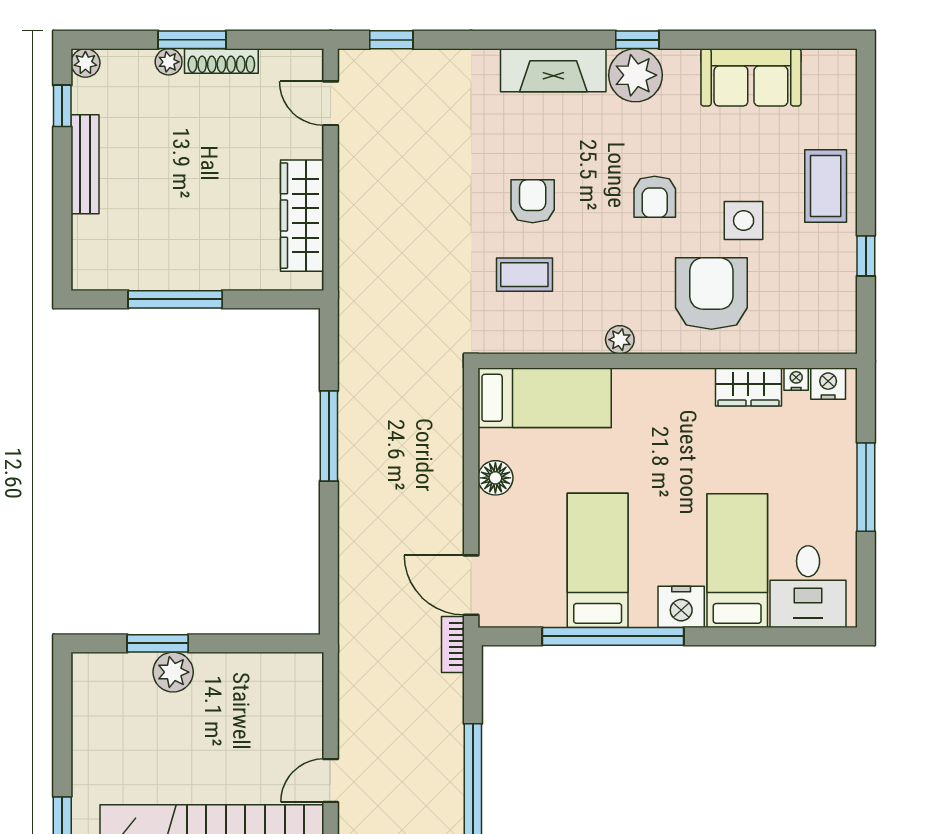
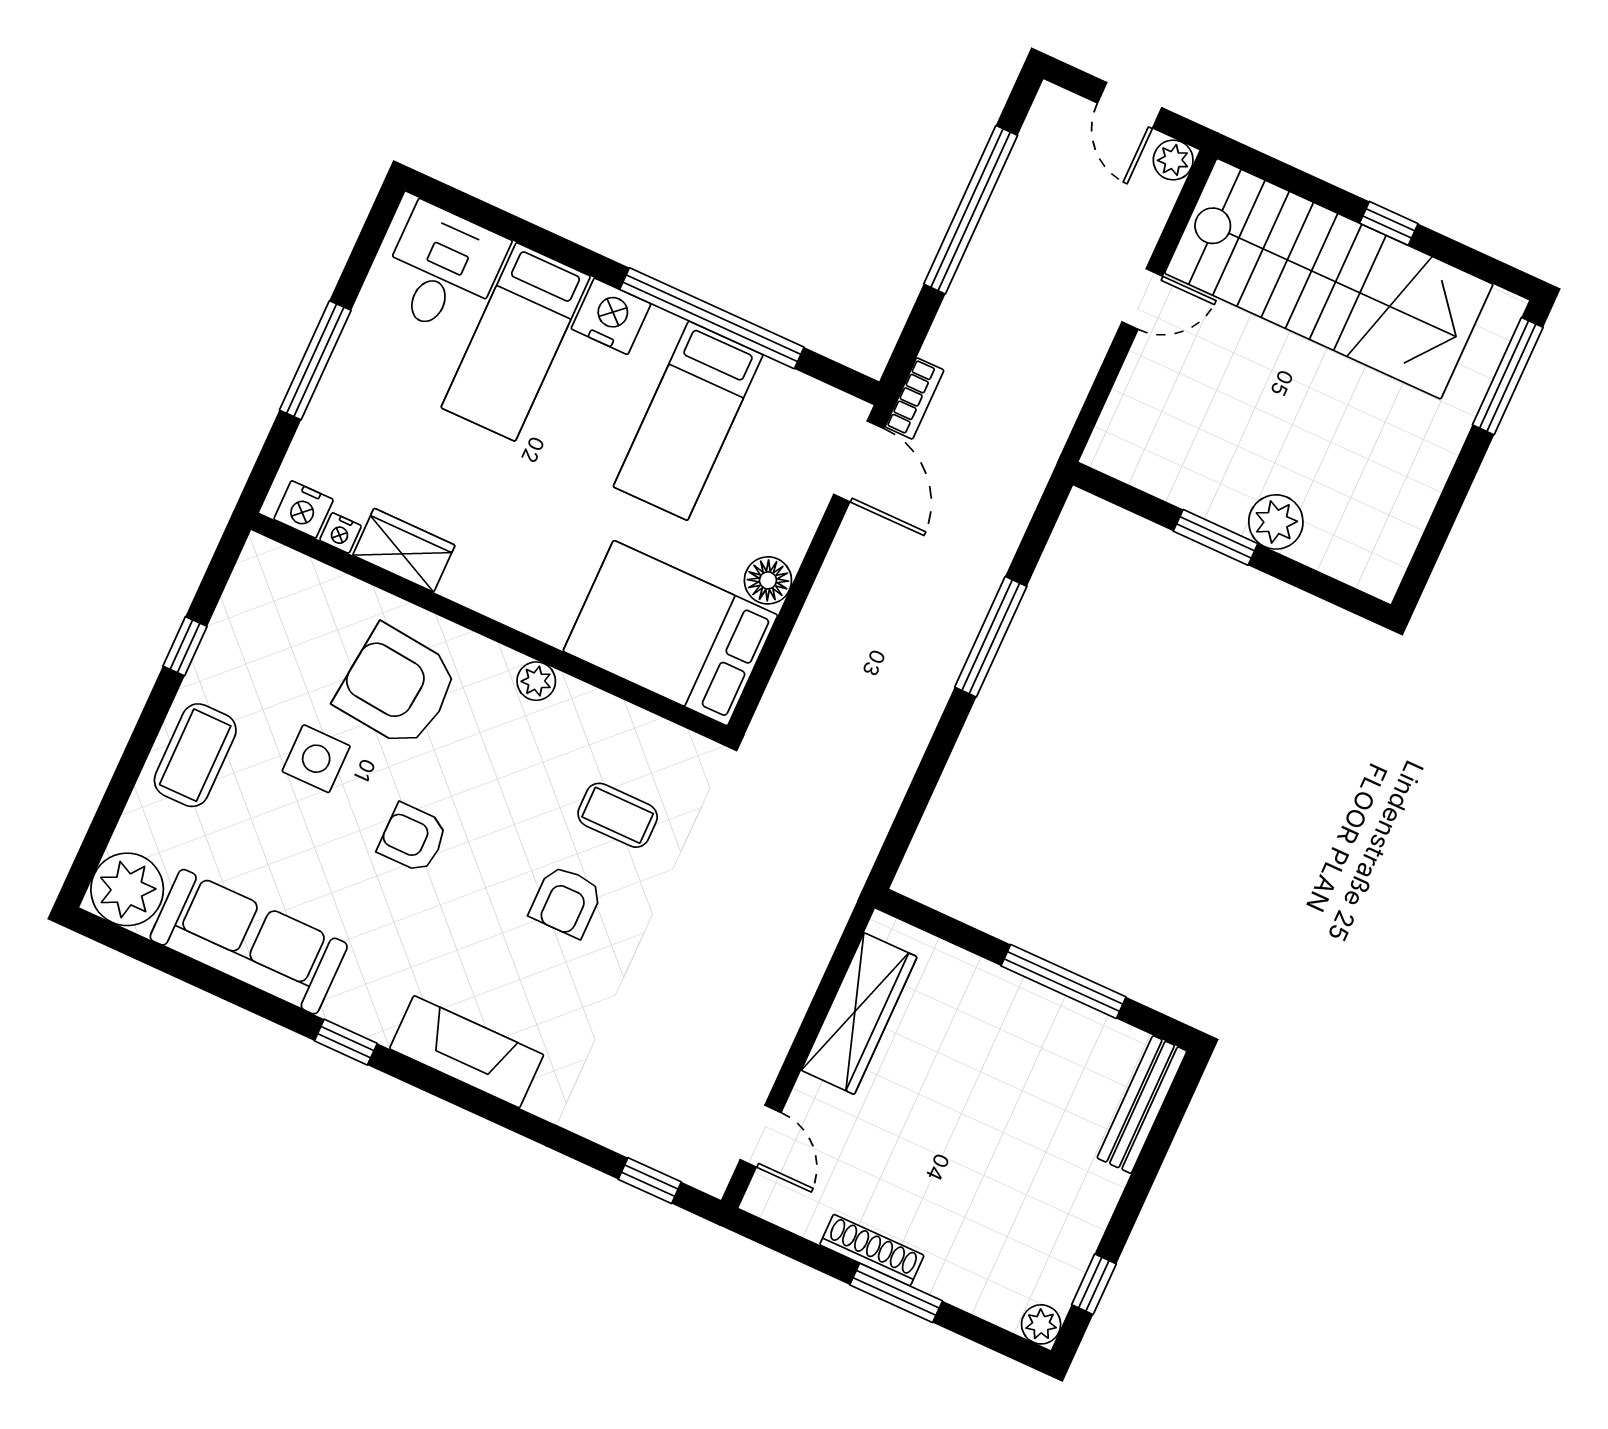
plant: (169, 62) -> (938, 1279), removed
plant: (635, 75) -> (127, 889), moved
sofa: (751, 77) -> (249, 942), width x1.36
bench: (85, 164) -> (1142, 1104), moved
armchair: (655, 197) -> (413, 838), turned -90
armchair: (711, 294) -> (397, 687), turned 96
bed: (545, 398) -> (670, 633), width x1.50
window: (329, 436) -> (991, 637), moved
window: (158, 643) -> (1216, 537), moved

